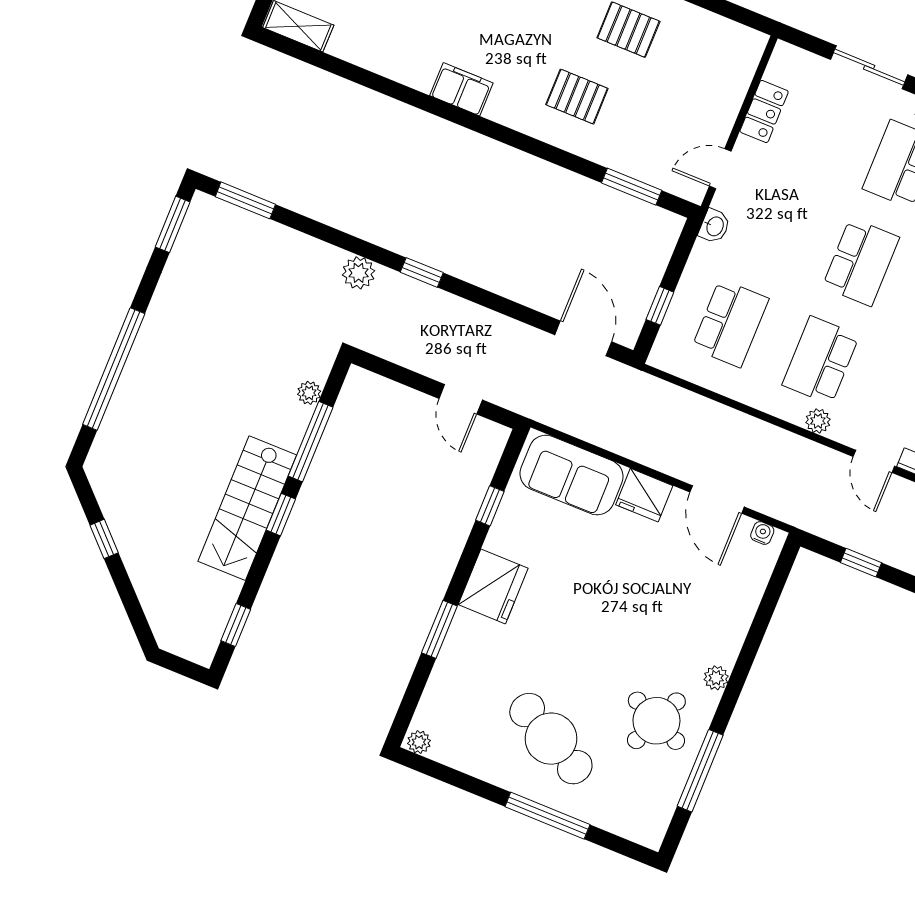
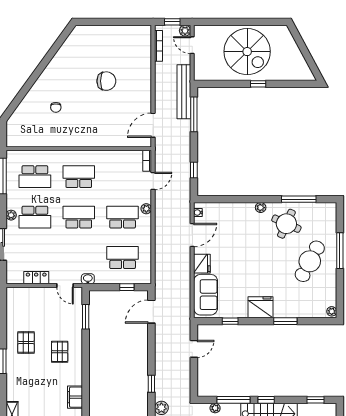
school desk: (821, 360) -> (123, 217), turned 180

